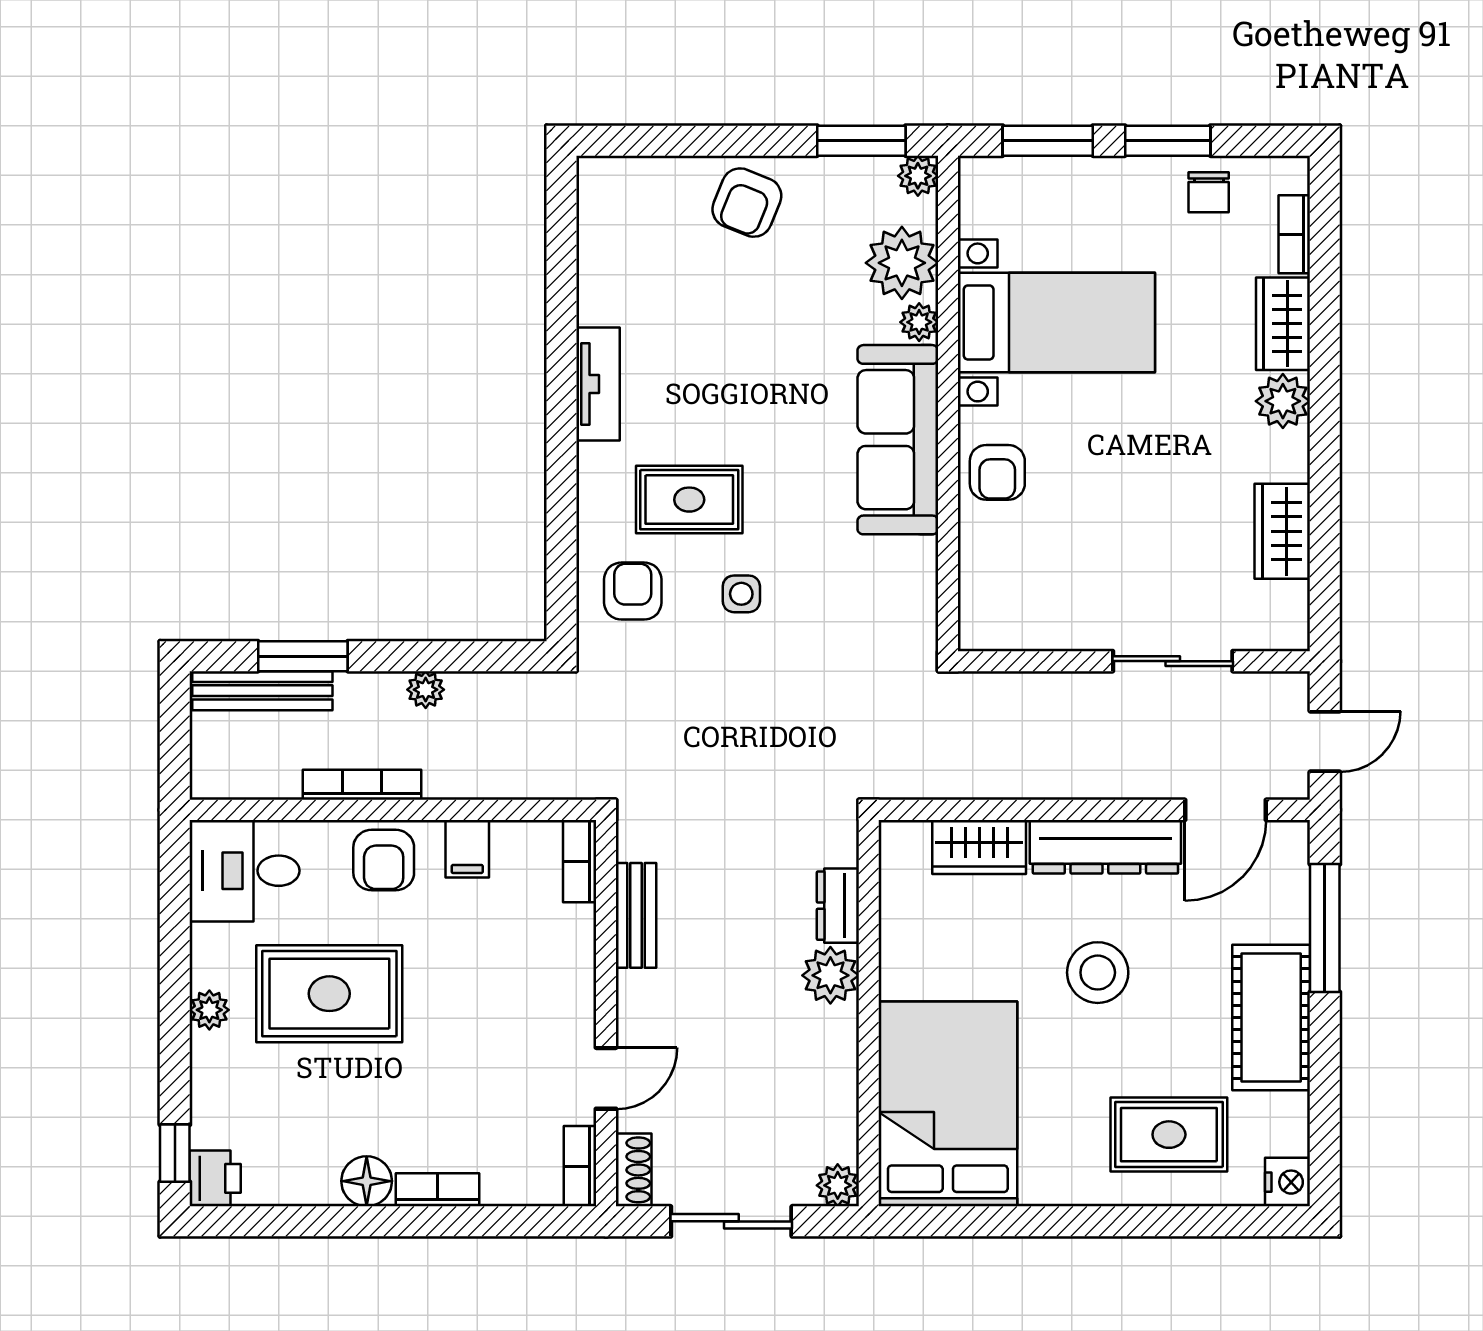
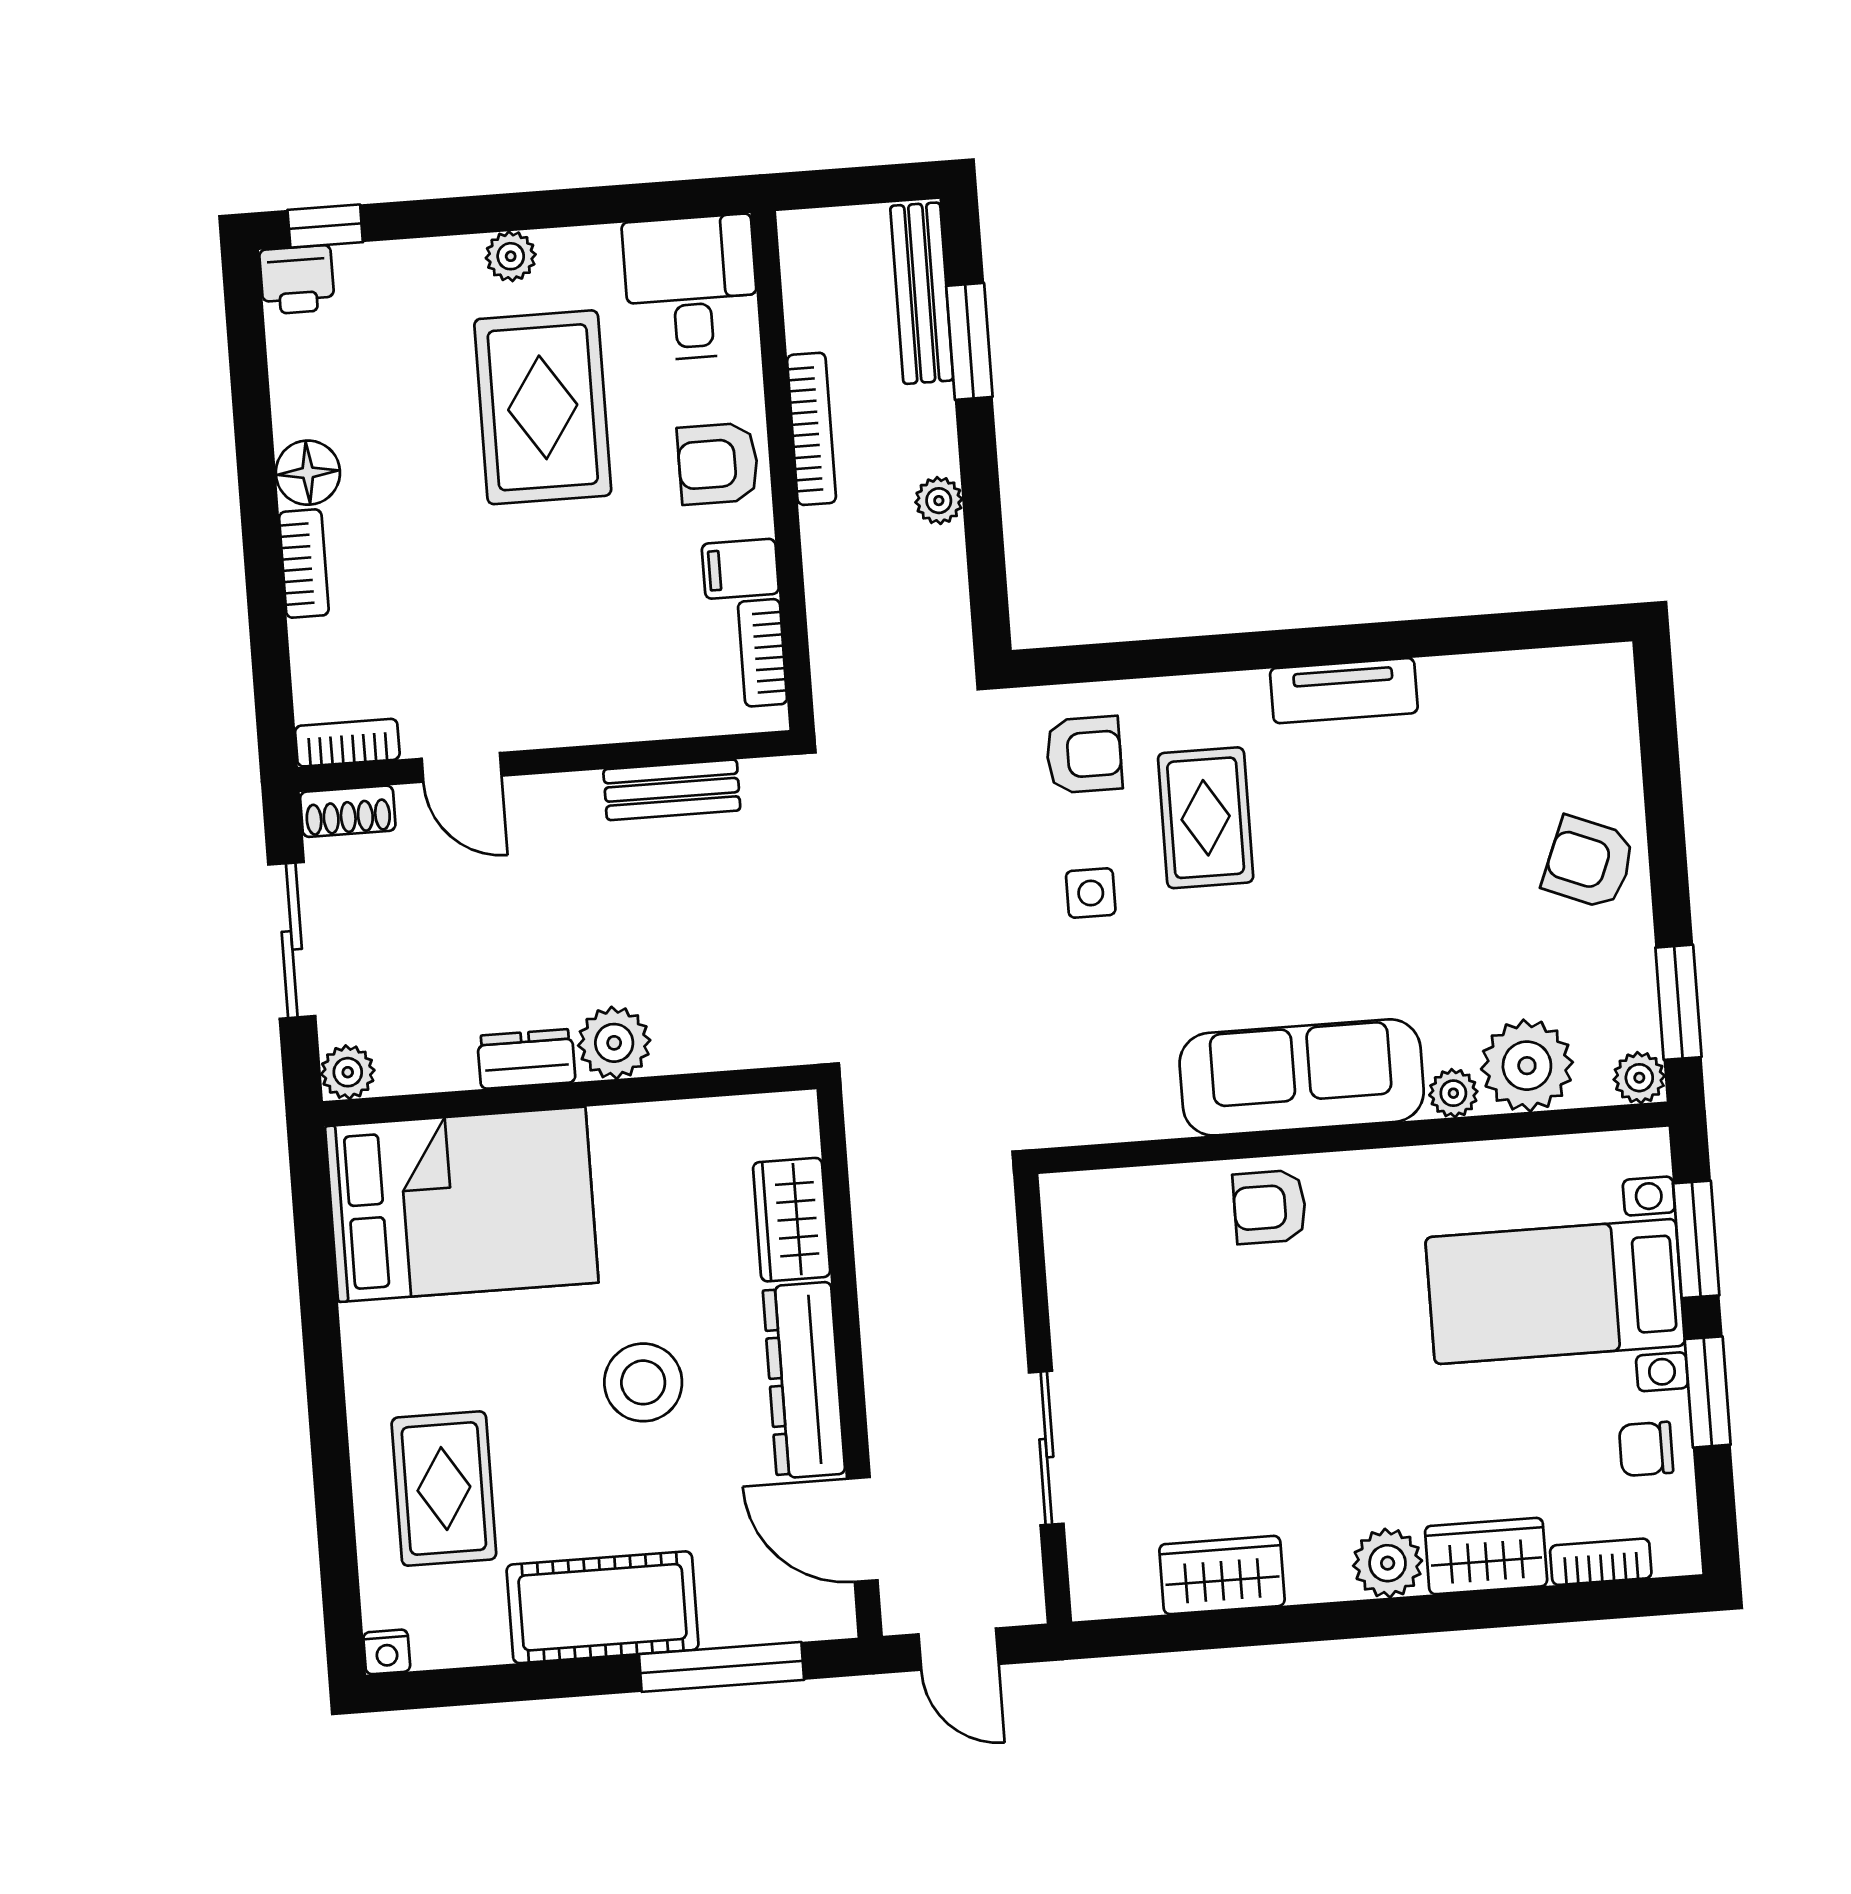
bed with nightstands: (1056, 322) -> (1555, 1291), moved, turned 90
bookcase: (580, 861) -> (763, 653), moved, turned -90
dresser: (838, 906) -> (526, 1059), moved
nightstand: (1287, 1182) -> (387, 1652), width x0.72, depth x0.74

